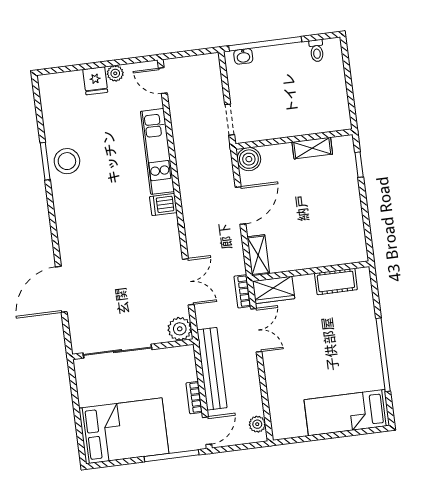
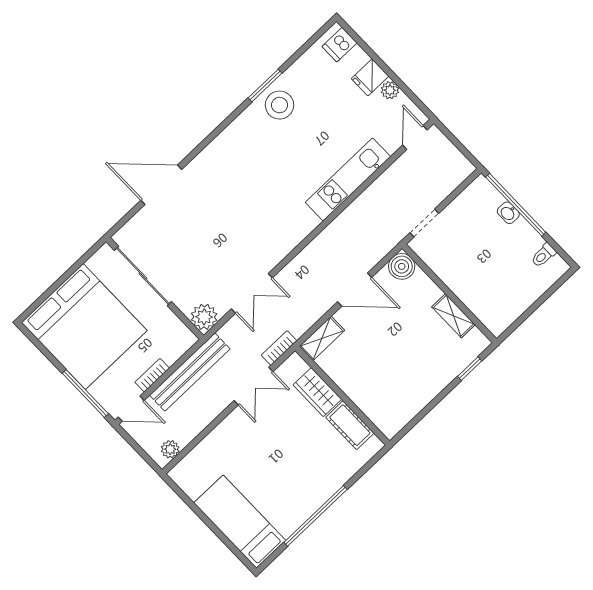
washbasin: (243, 56) -> (508, 213), moved
dishwasher: (163, 205) -> (339, 45), moved, turned -90
wardrobe: (274, 290) -> (317, 392), moved
bed: (124, 431) -> (84, 326), width x1.36

